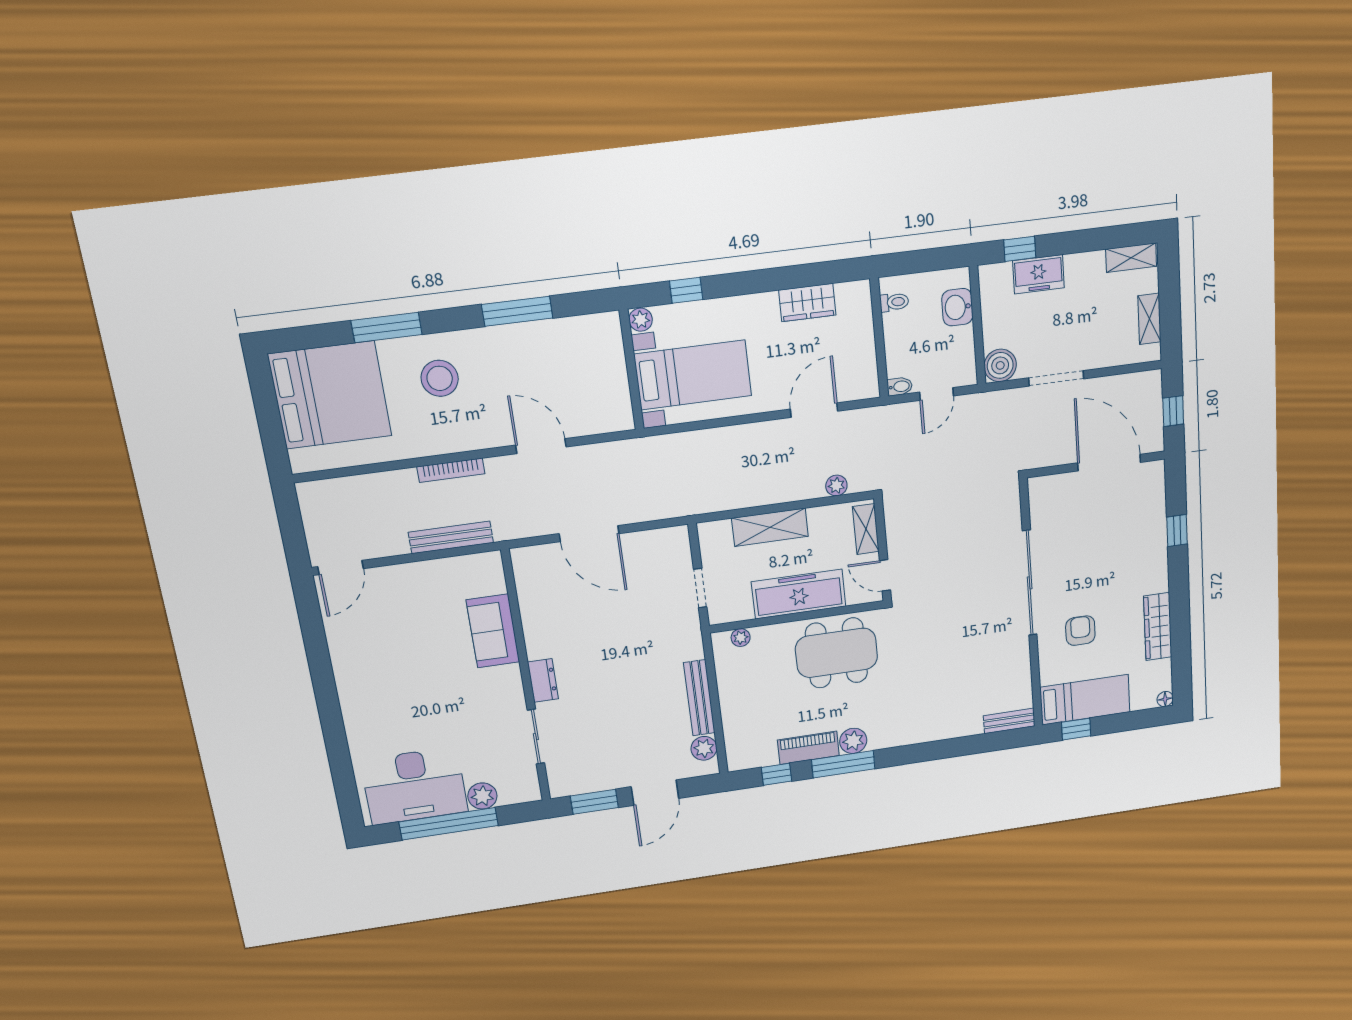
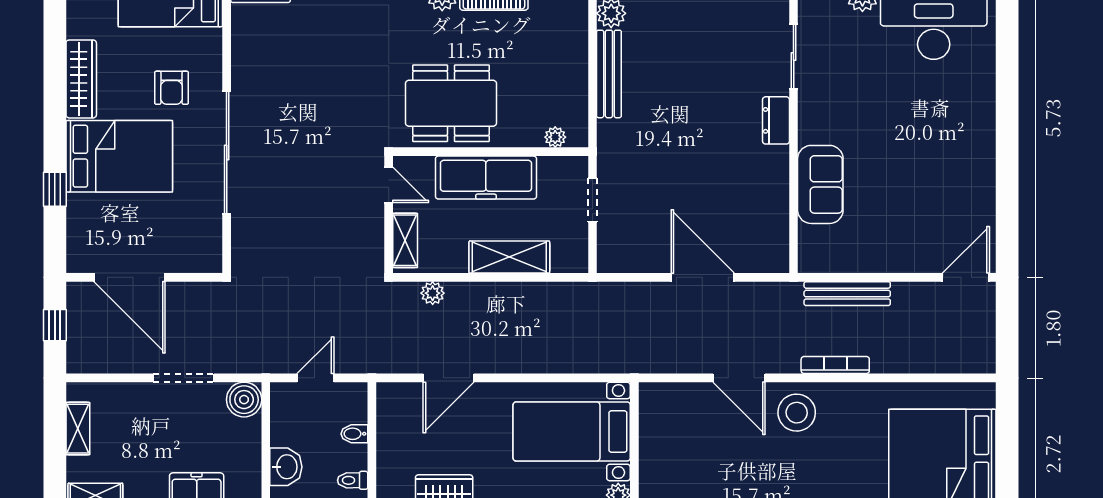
stool: (440, 378) -> (797, 413), moved
bidet: (900, 386) -> (354, 434), moved
bed: (1123, 567) -> (119, 156), added

